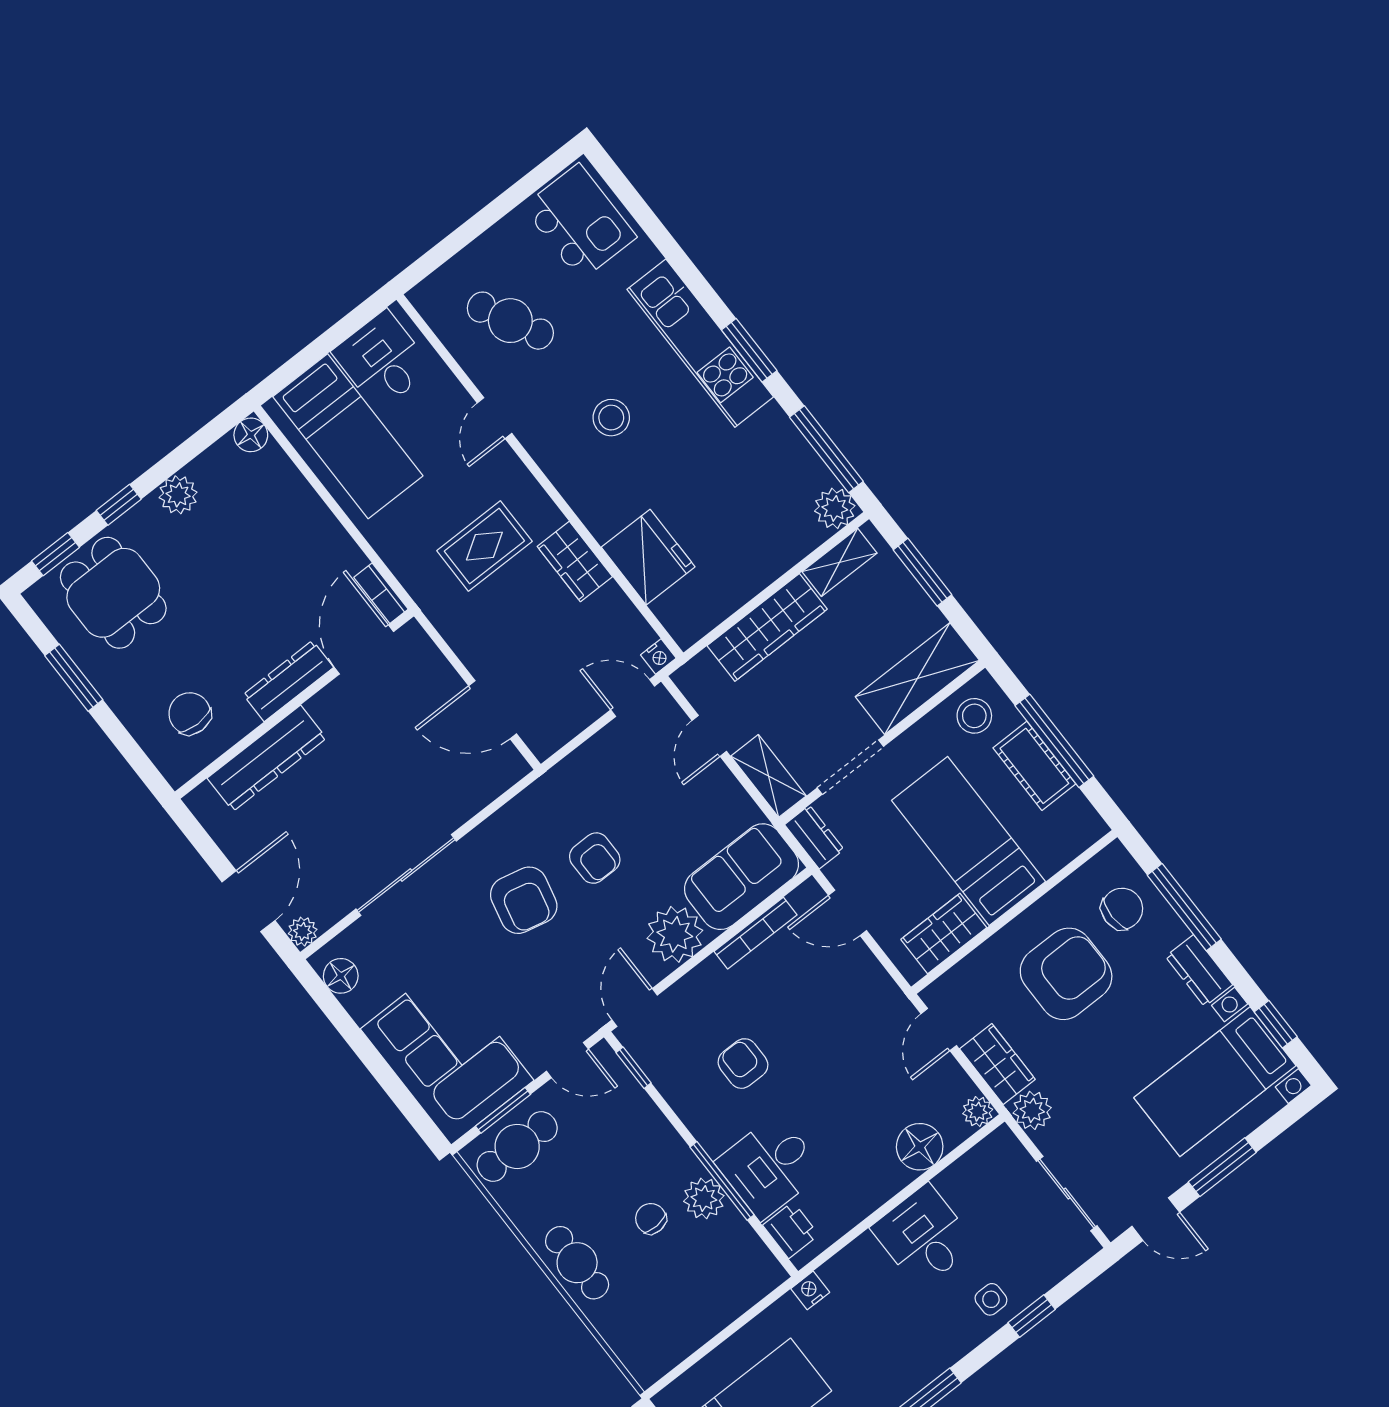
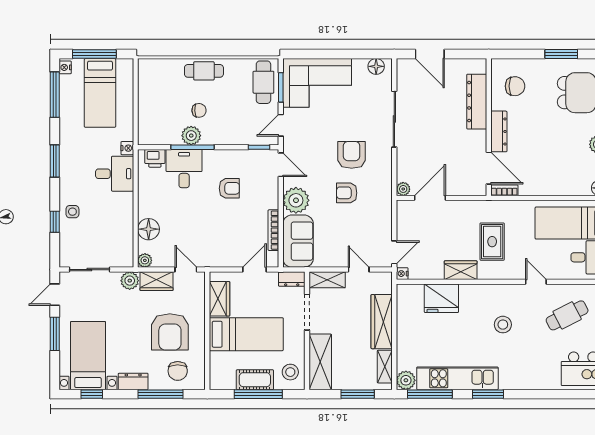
kitchen unit: (700, 343) -> (457, 378), moved
armchair: (524, 900) -> (352, 155), turned 77
plant: (303, 932) -> (403, 189), moved
desk: (924, 1236) -> (115, 174), moved

